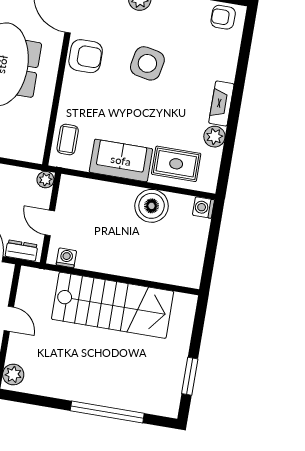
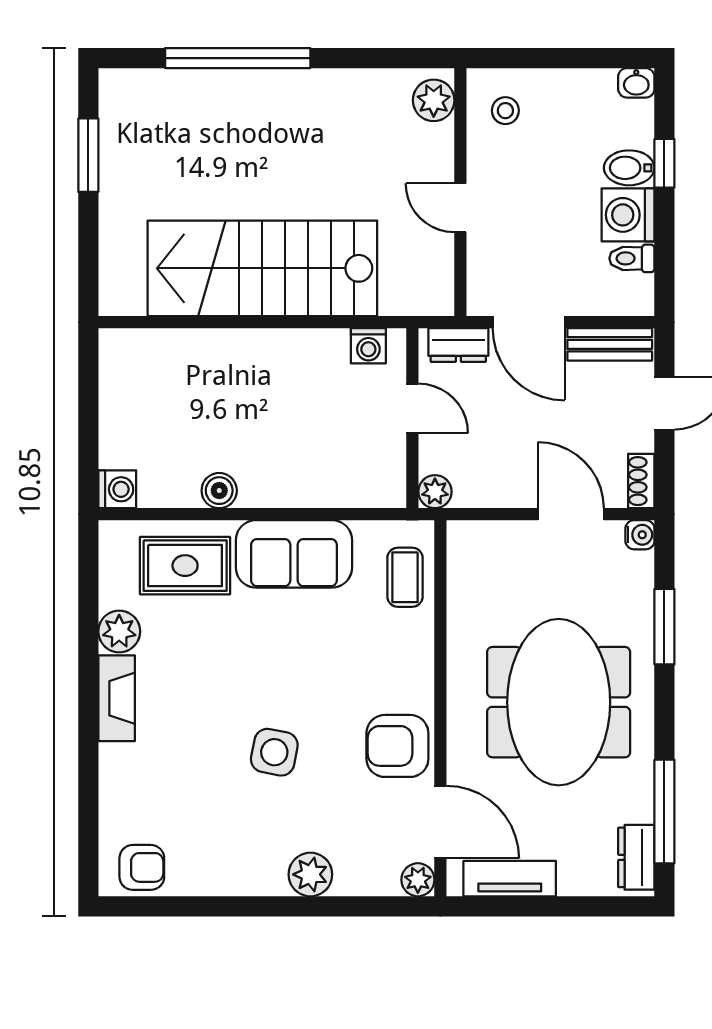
side table: (147, 63) -> (274, 752), width x0.73, depth x0.73
boiler: (152, 206) -> (219, 491), width x0.54, depth x0.54

